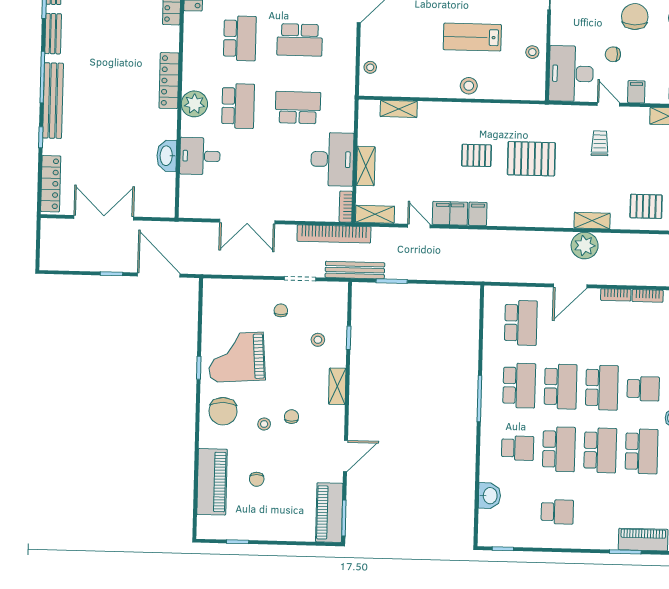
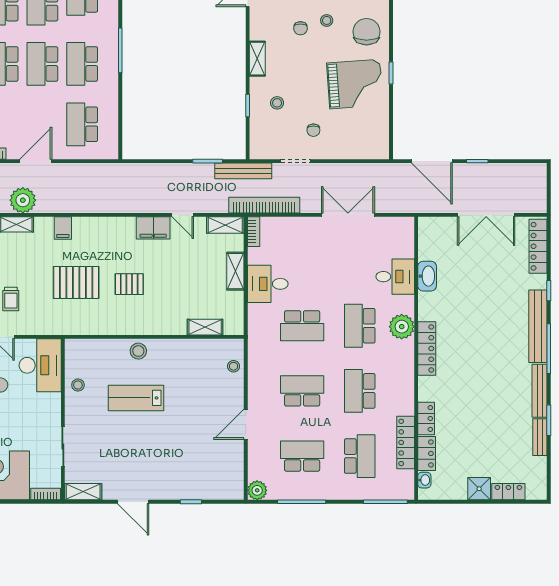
bench: (53, 34) -> (540, 391), width x1.36
lab bench: (472, 37) -> (136, 398), turned 180
desk: (332, 159) -> (268, 284), width x0.73
filing cabinet: (478, 214) -> (63, 228), moved

